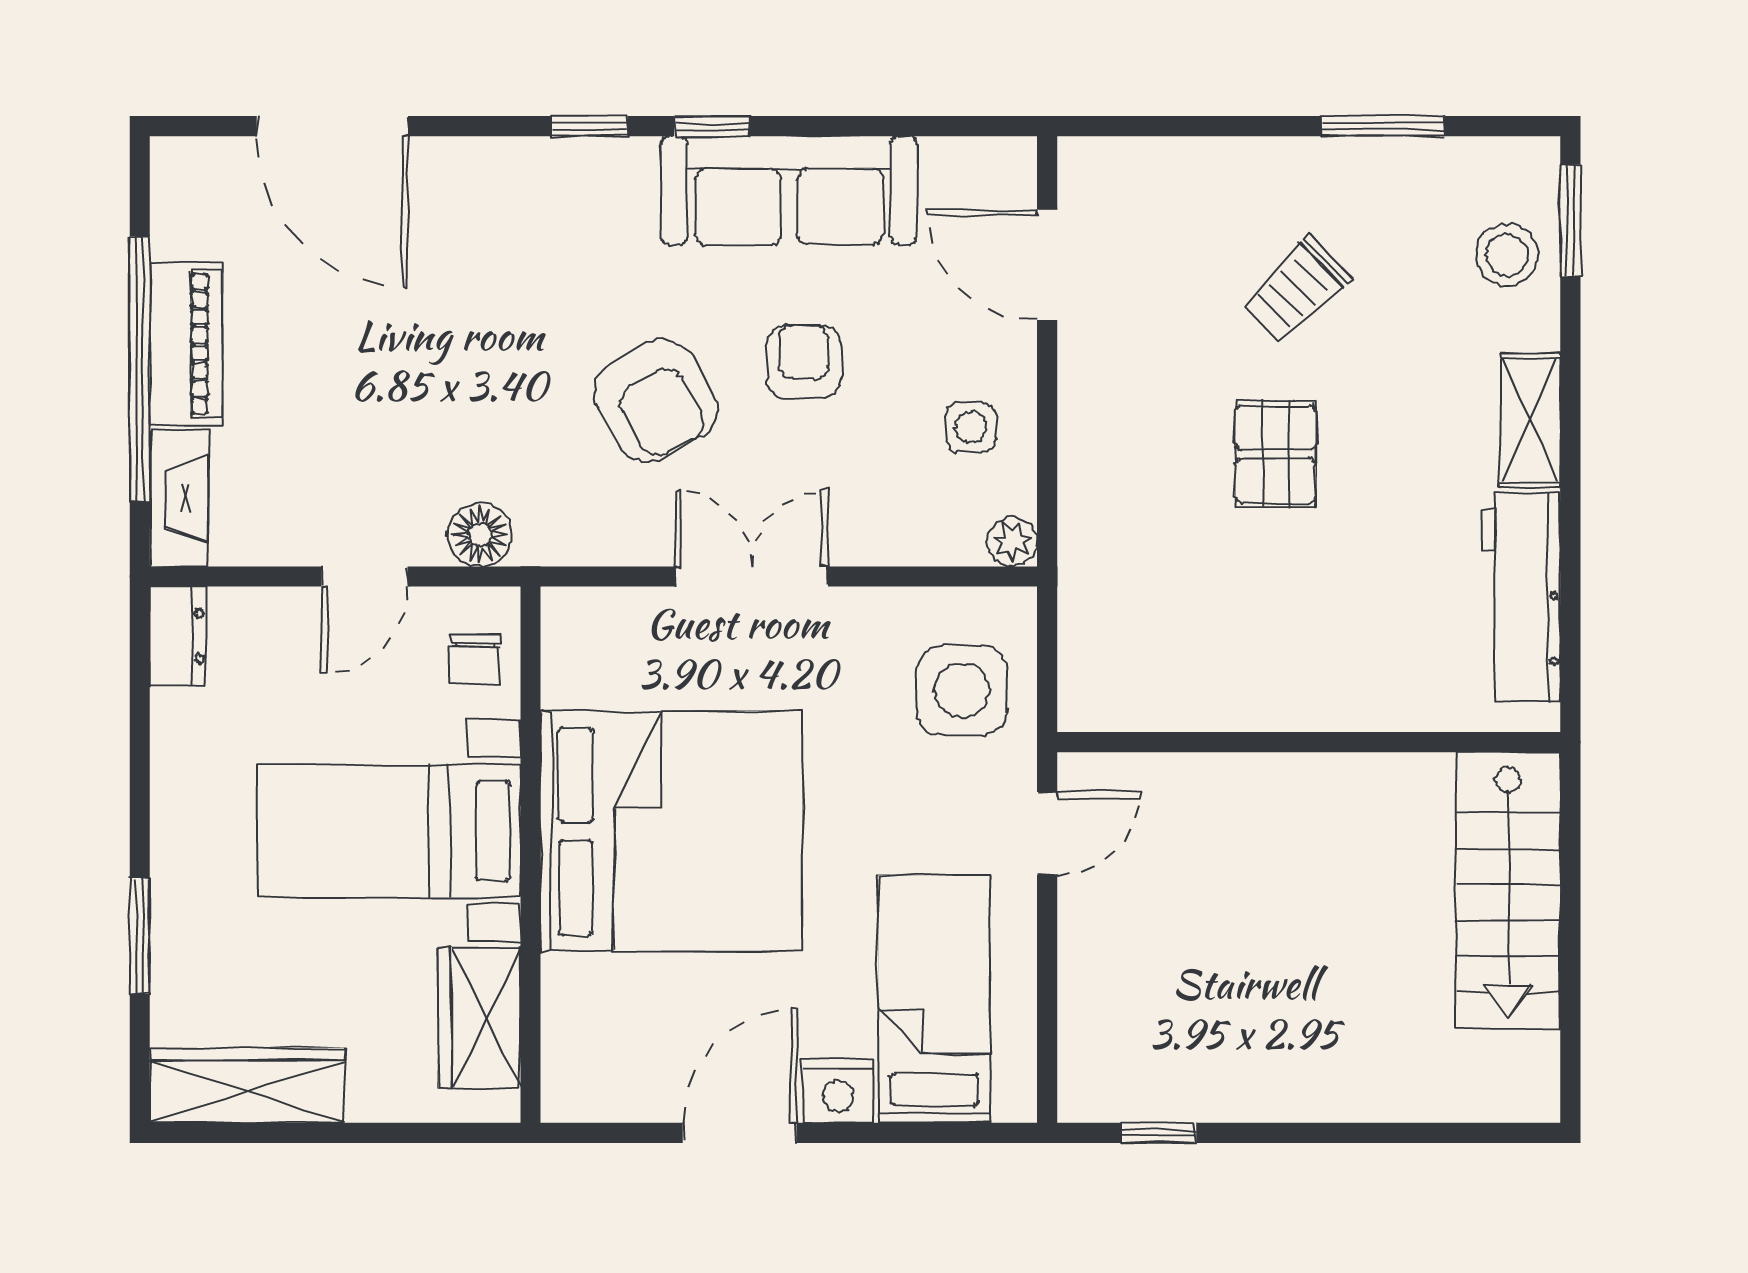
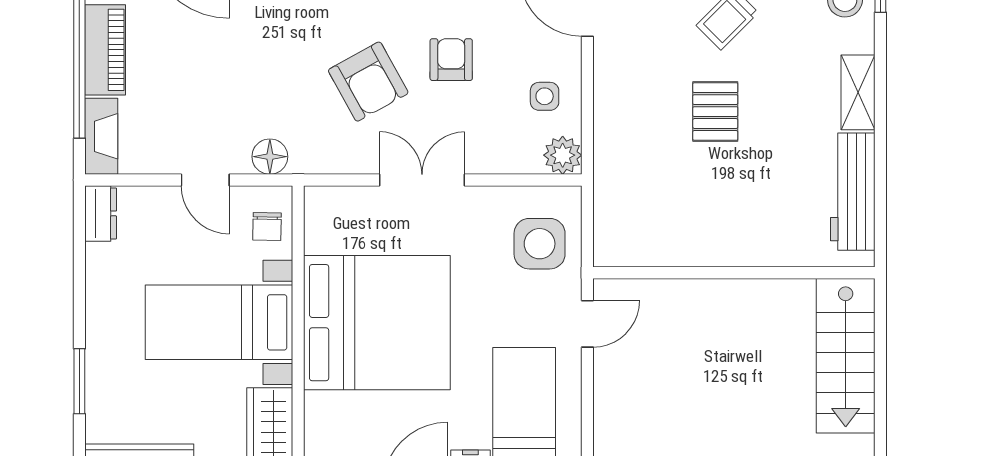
plant: (1012, 542) -> (563, 155), width x1.38, depth x1.38
door: (365, 577) -> (205, 180), hinge flipped

